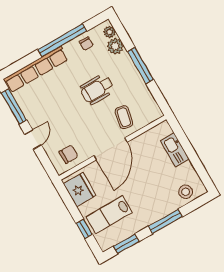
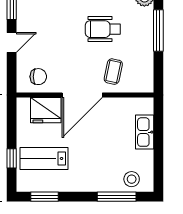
fridge: (80, 190) -> (46, 110), moved, turned 90
window: (165, 221) -> (117, 197), moved

